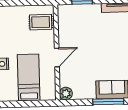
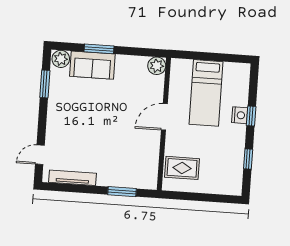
window: (108, 102) -> (99, 49), width x0.69

